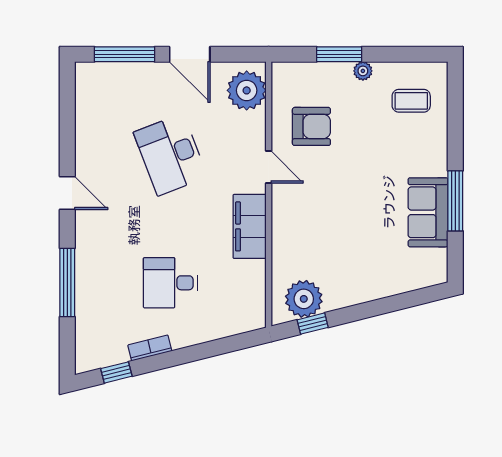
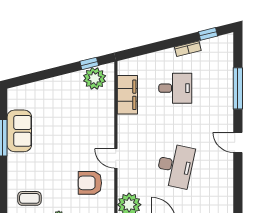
desk: (170, 155) -> (175, 166), turned 33
filing cabinet: (250, 226) -> (127, 95), moved

